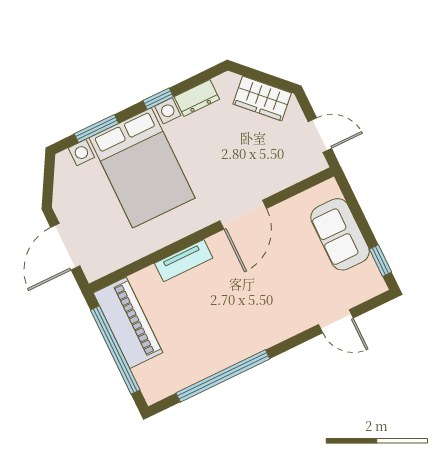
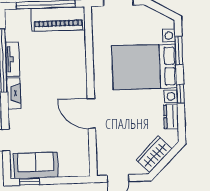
sofa: (340, 234) -> (36, 165), moved
tv unit: (184, 261) -> (13, 59), moved, turned 180
fireplace: (263, 339) -> (14, 93), added

